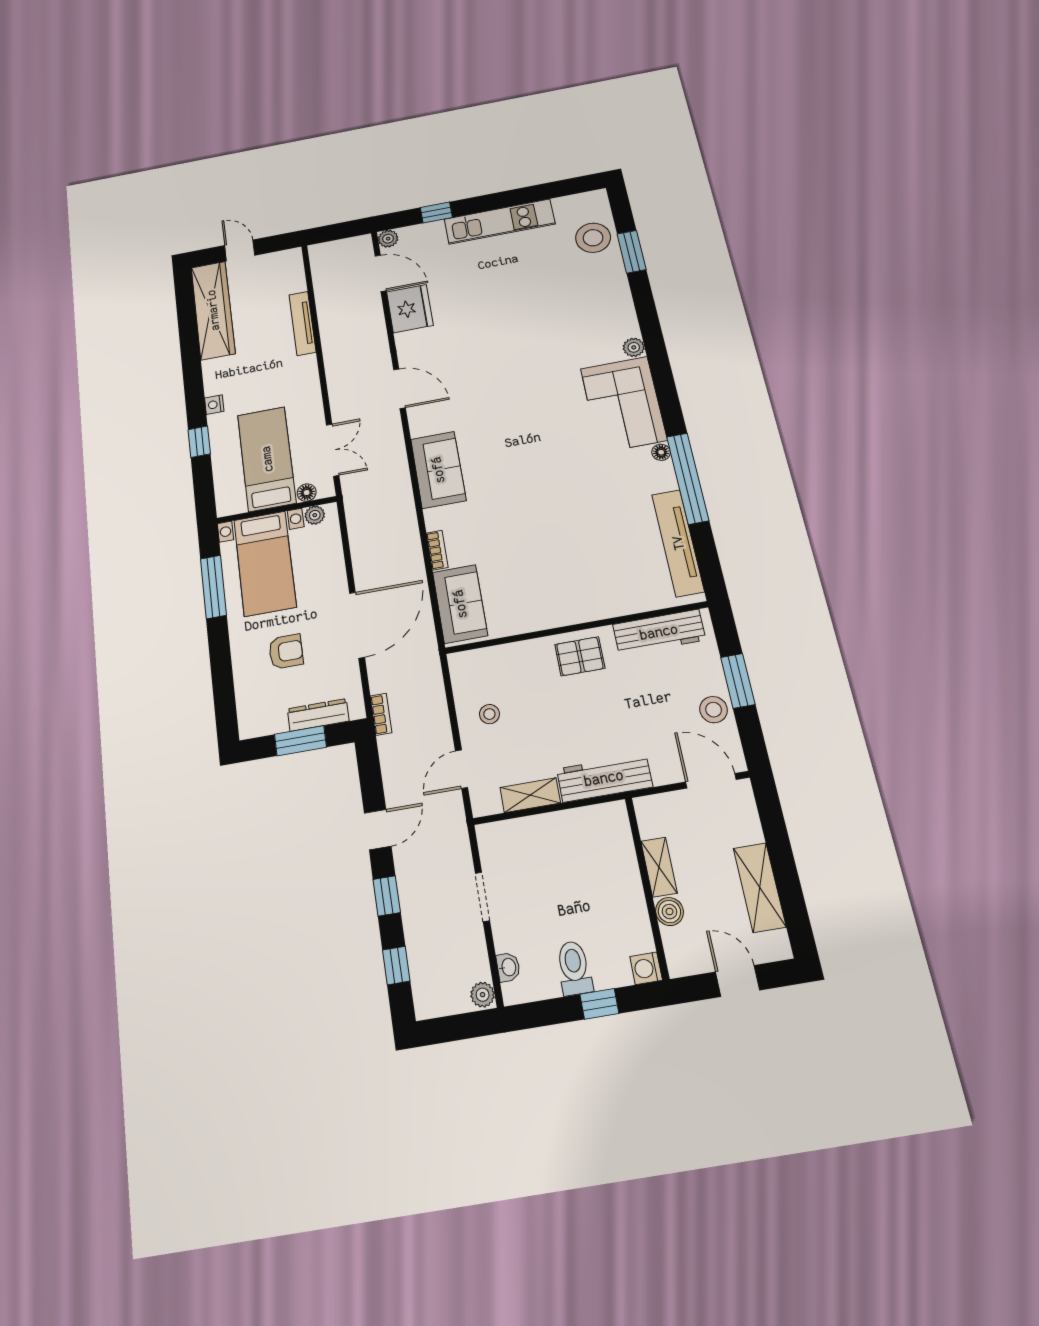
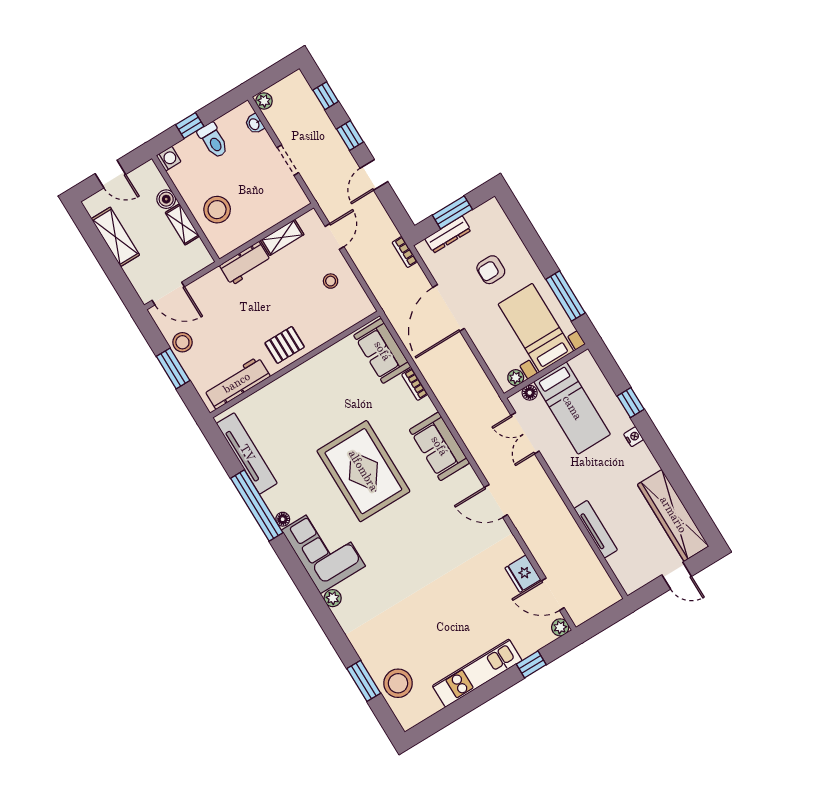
fridge: (410, 309) -> (523, 574), width x0.73, depth x0.75
rug: (541, 473) -> (363, 471), added
workbench: (604, 778) -> (245, 263), width x0.73
stool: (604, 868) -> (217, 210), added

